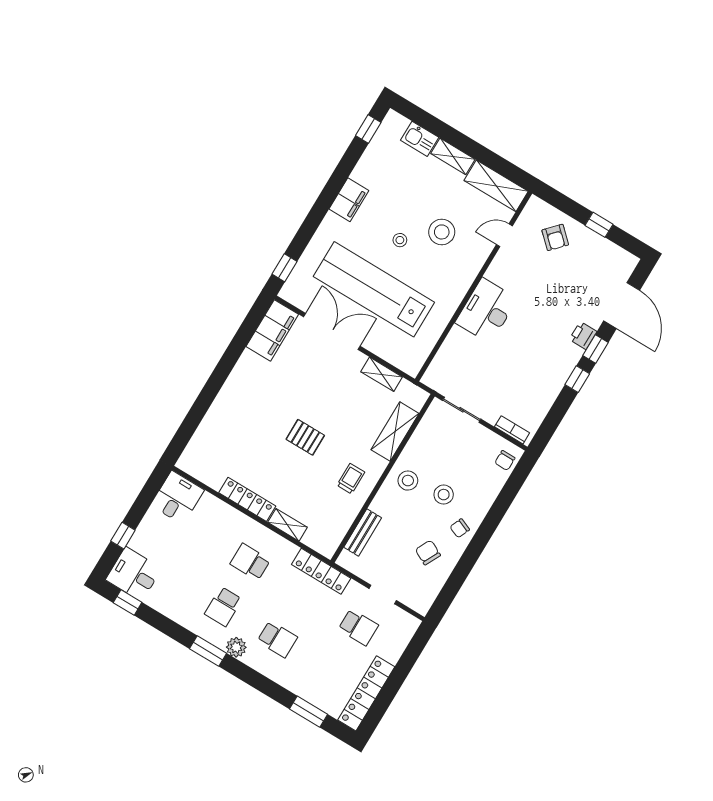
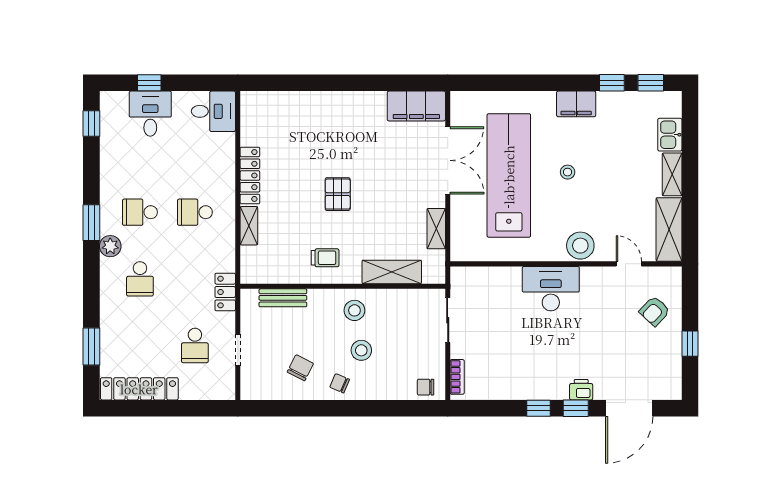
stool: (442, 232) -> (580, 246), moved
window: (284, 268) -> (612, 83), moved
school desk: (250, 562) -> (195, 212), turned -90
locker: (321, 571) -> (225, 292), width x0.66
desk: (134, 574) -> (150, 114), moved

